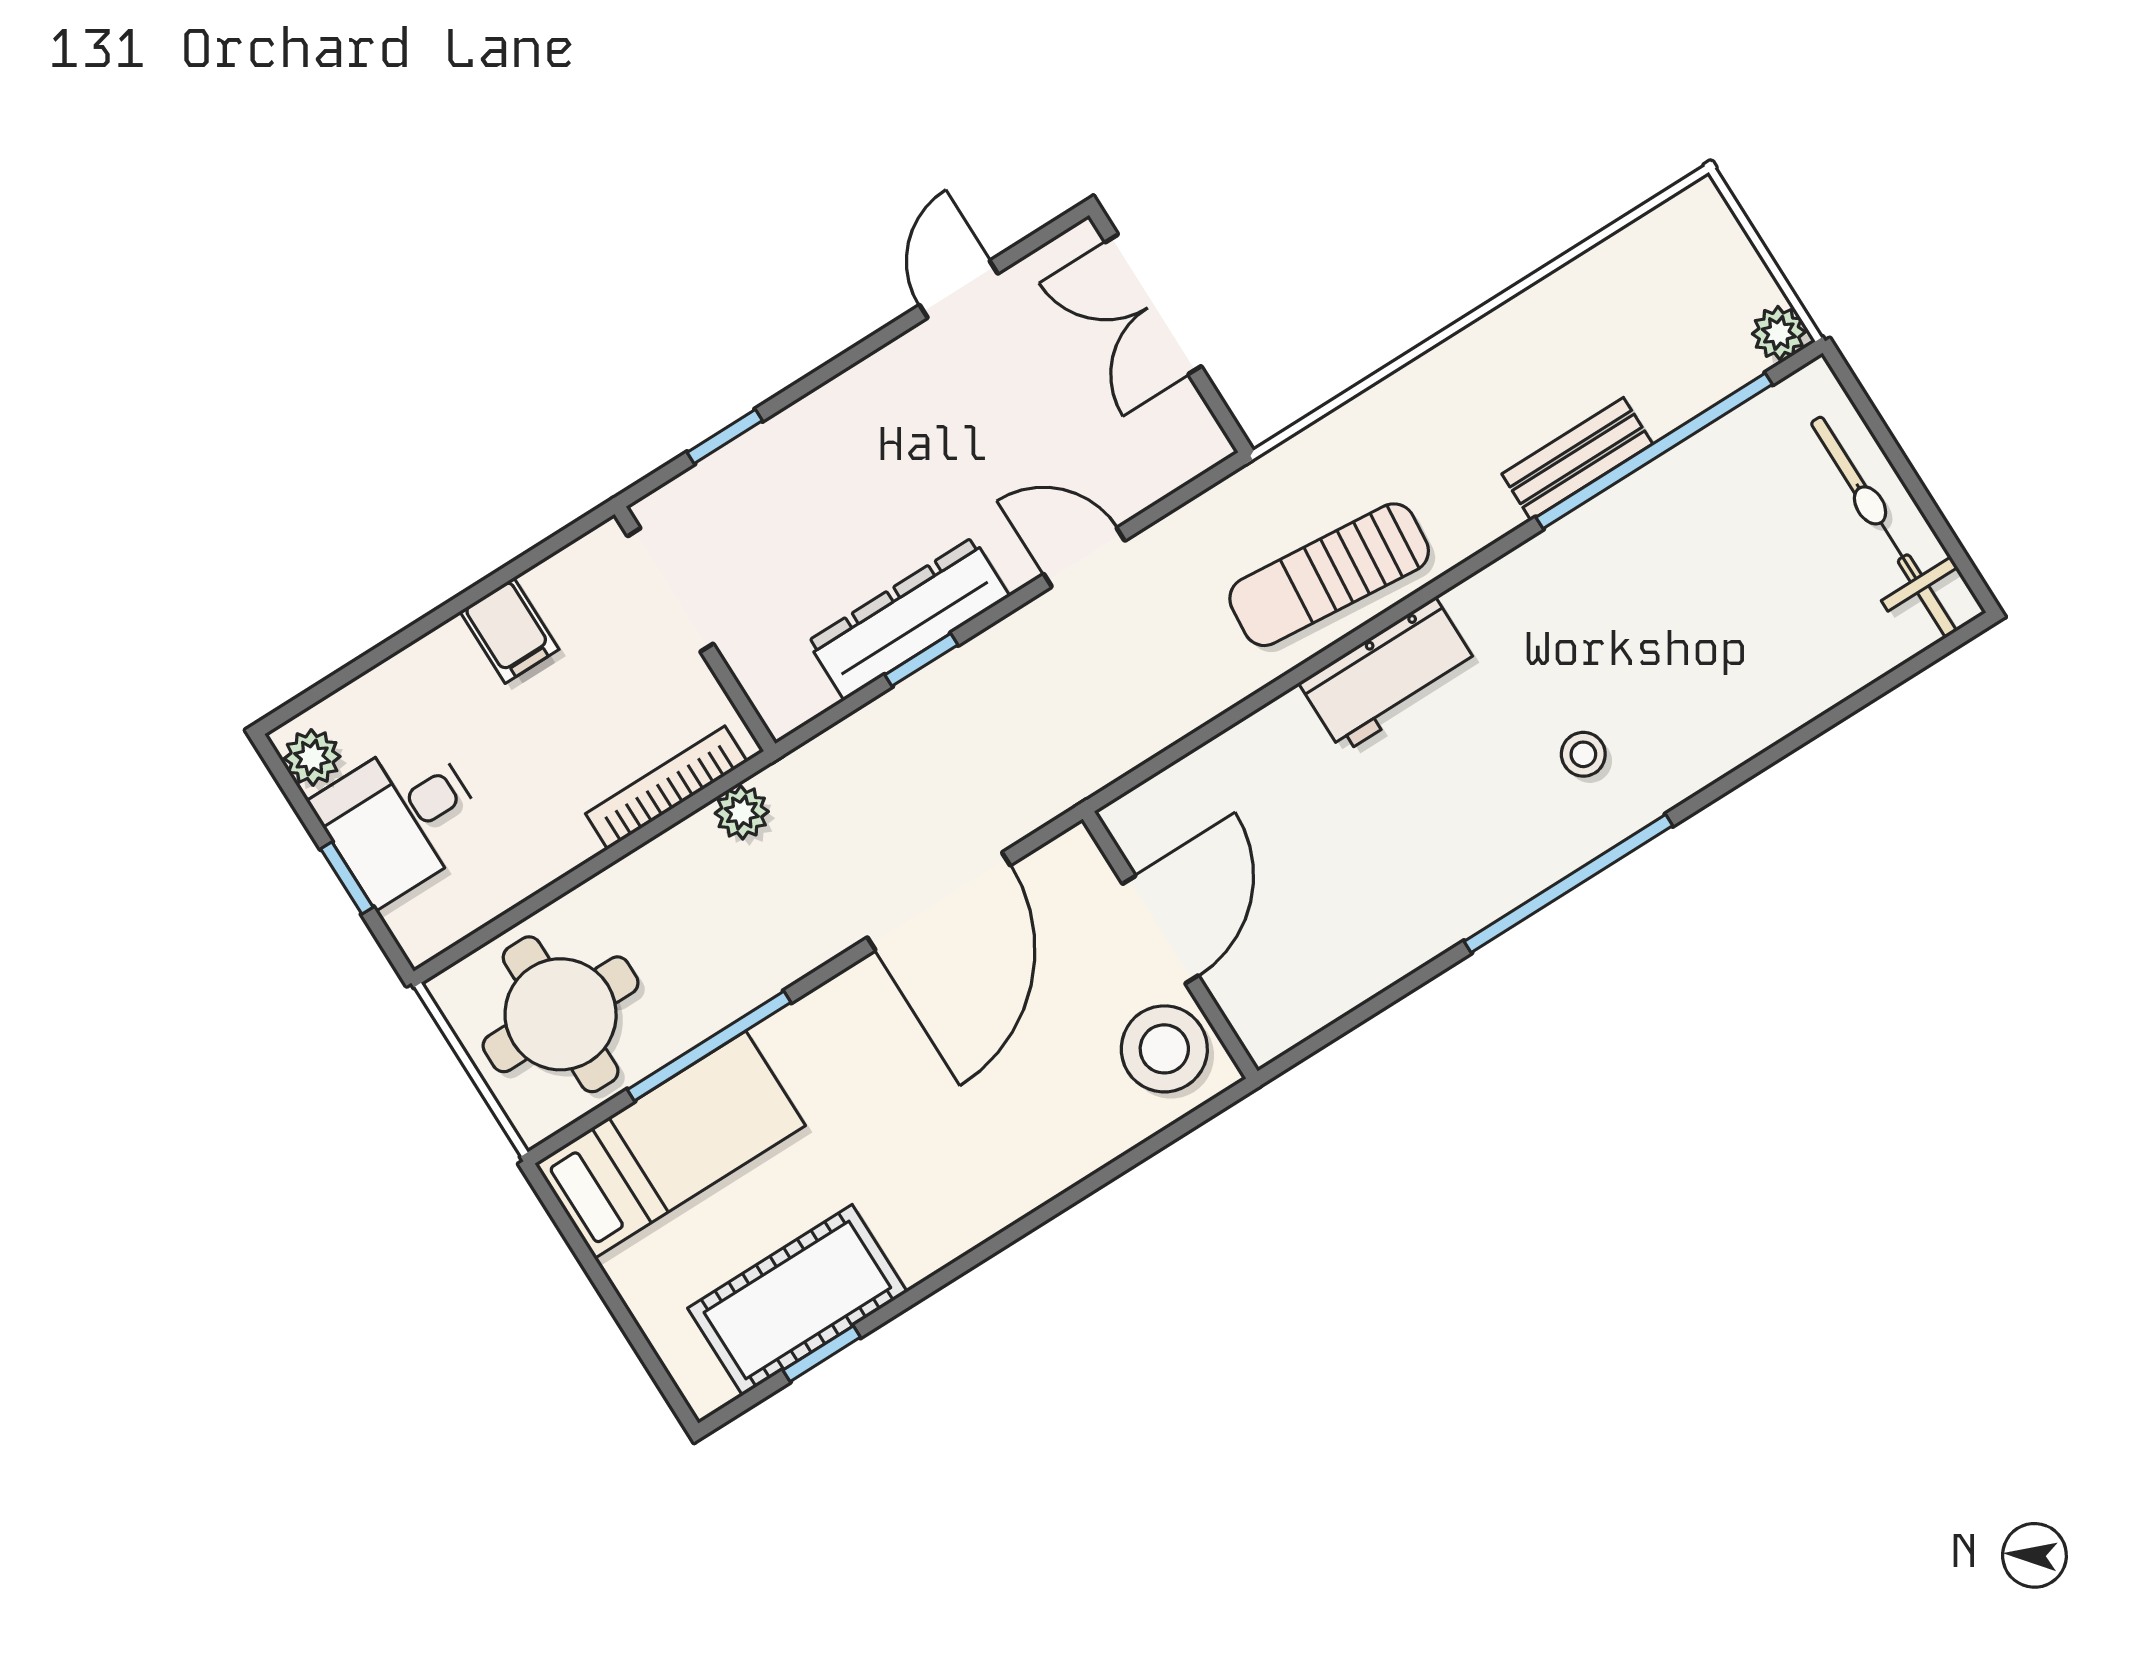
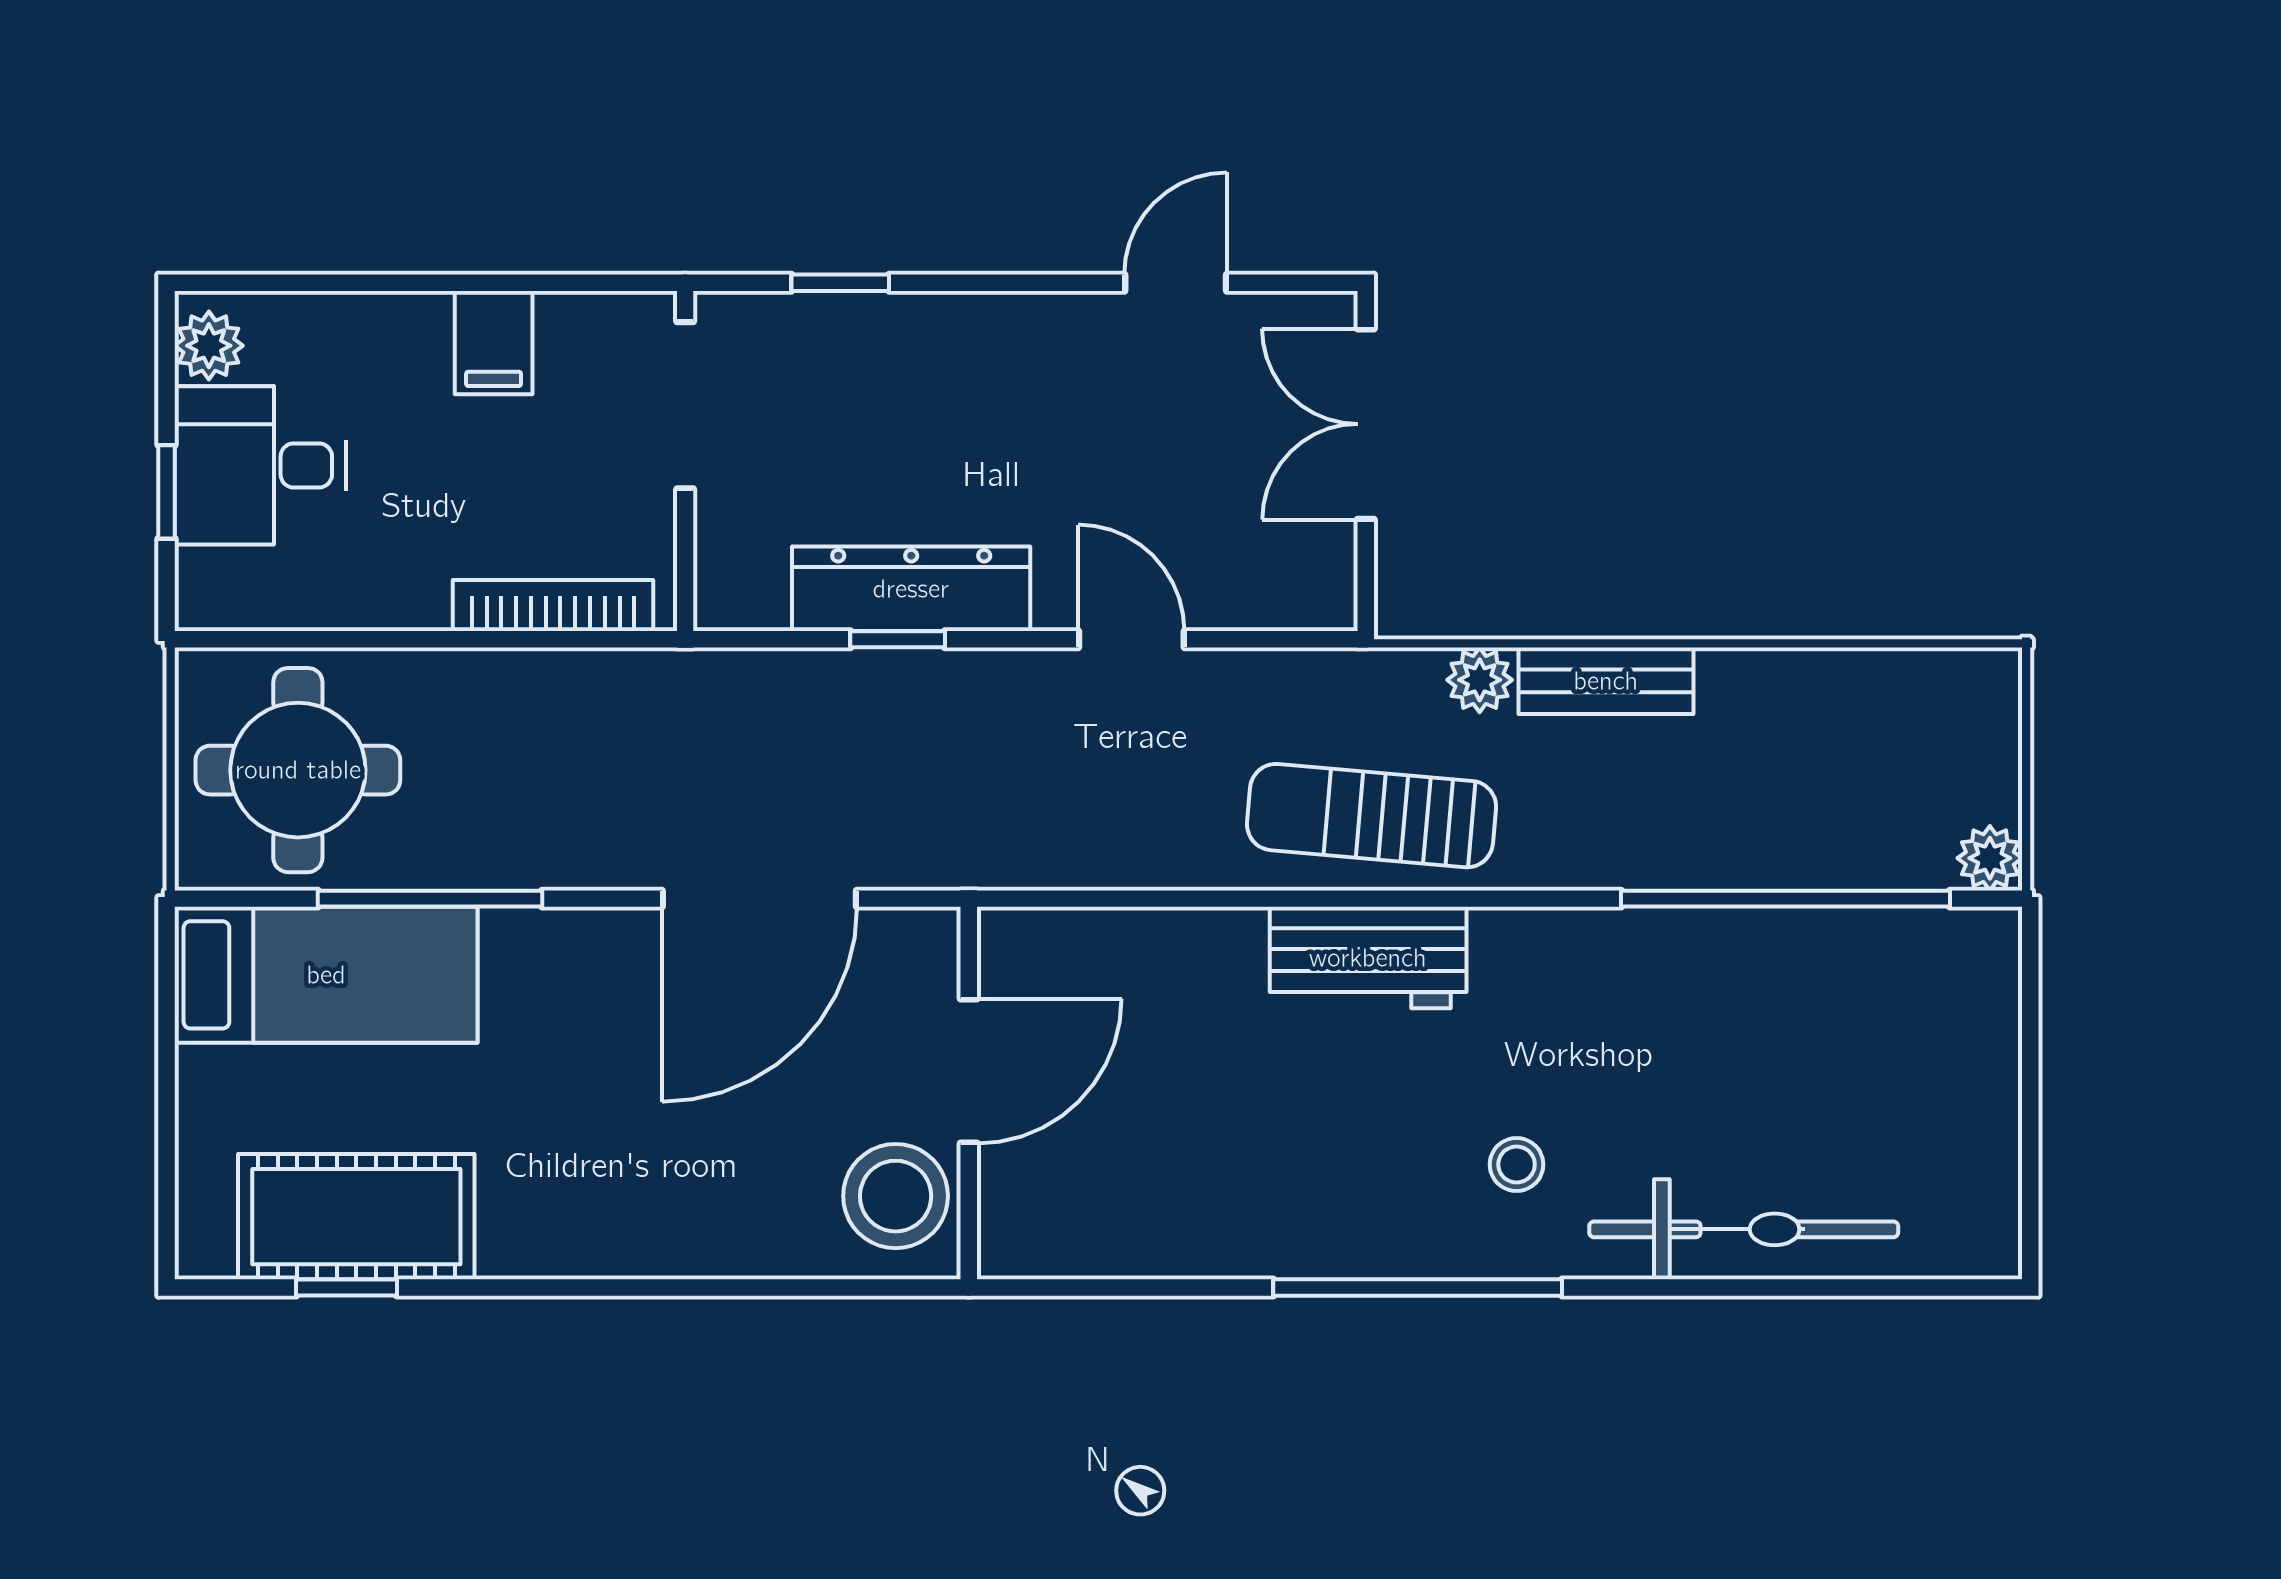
bench: (1577, 459) -> (1606, 681), moved
bicycle: (1884, 527) -> (1744, 1229), moved, turned 90
plant: (742, 812) -> (1480, 680), moved

